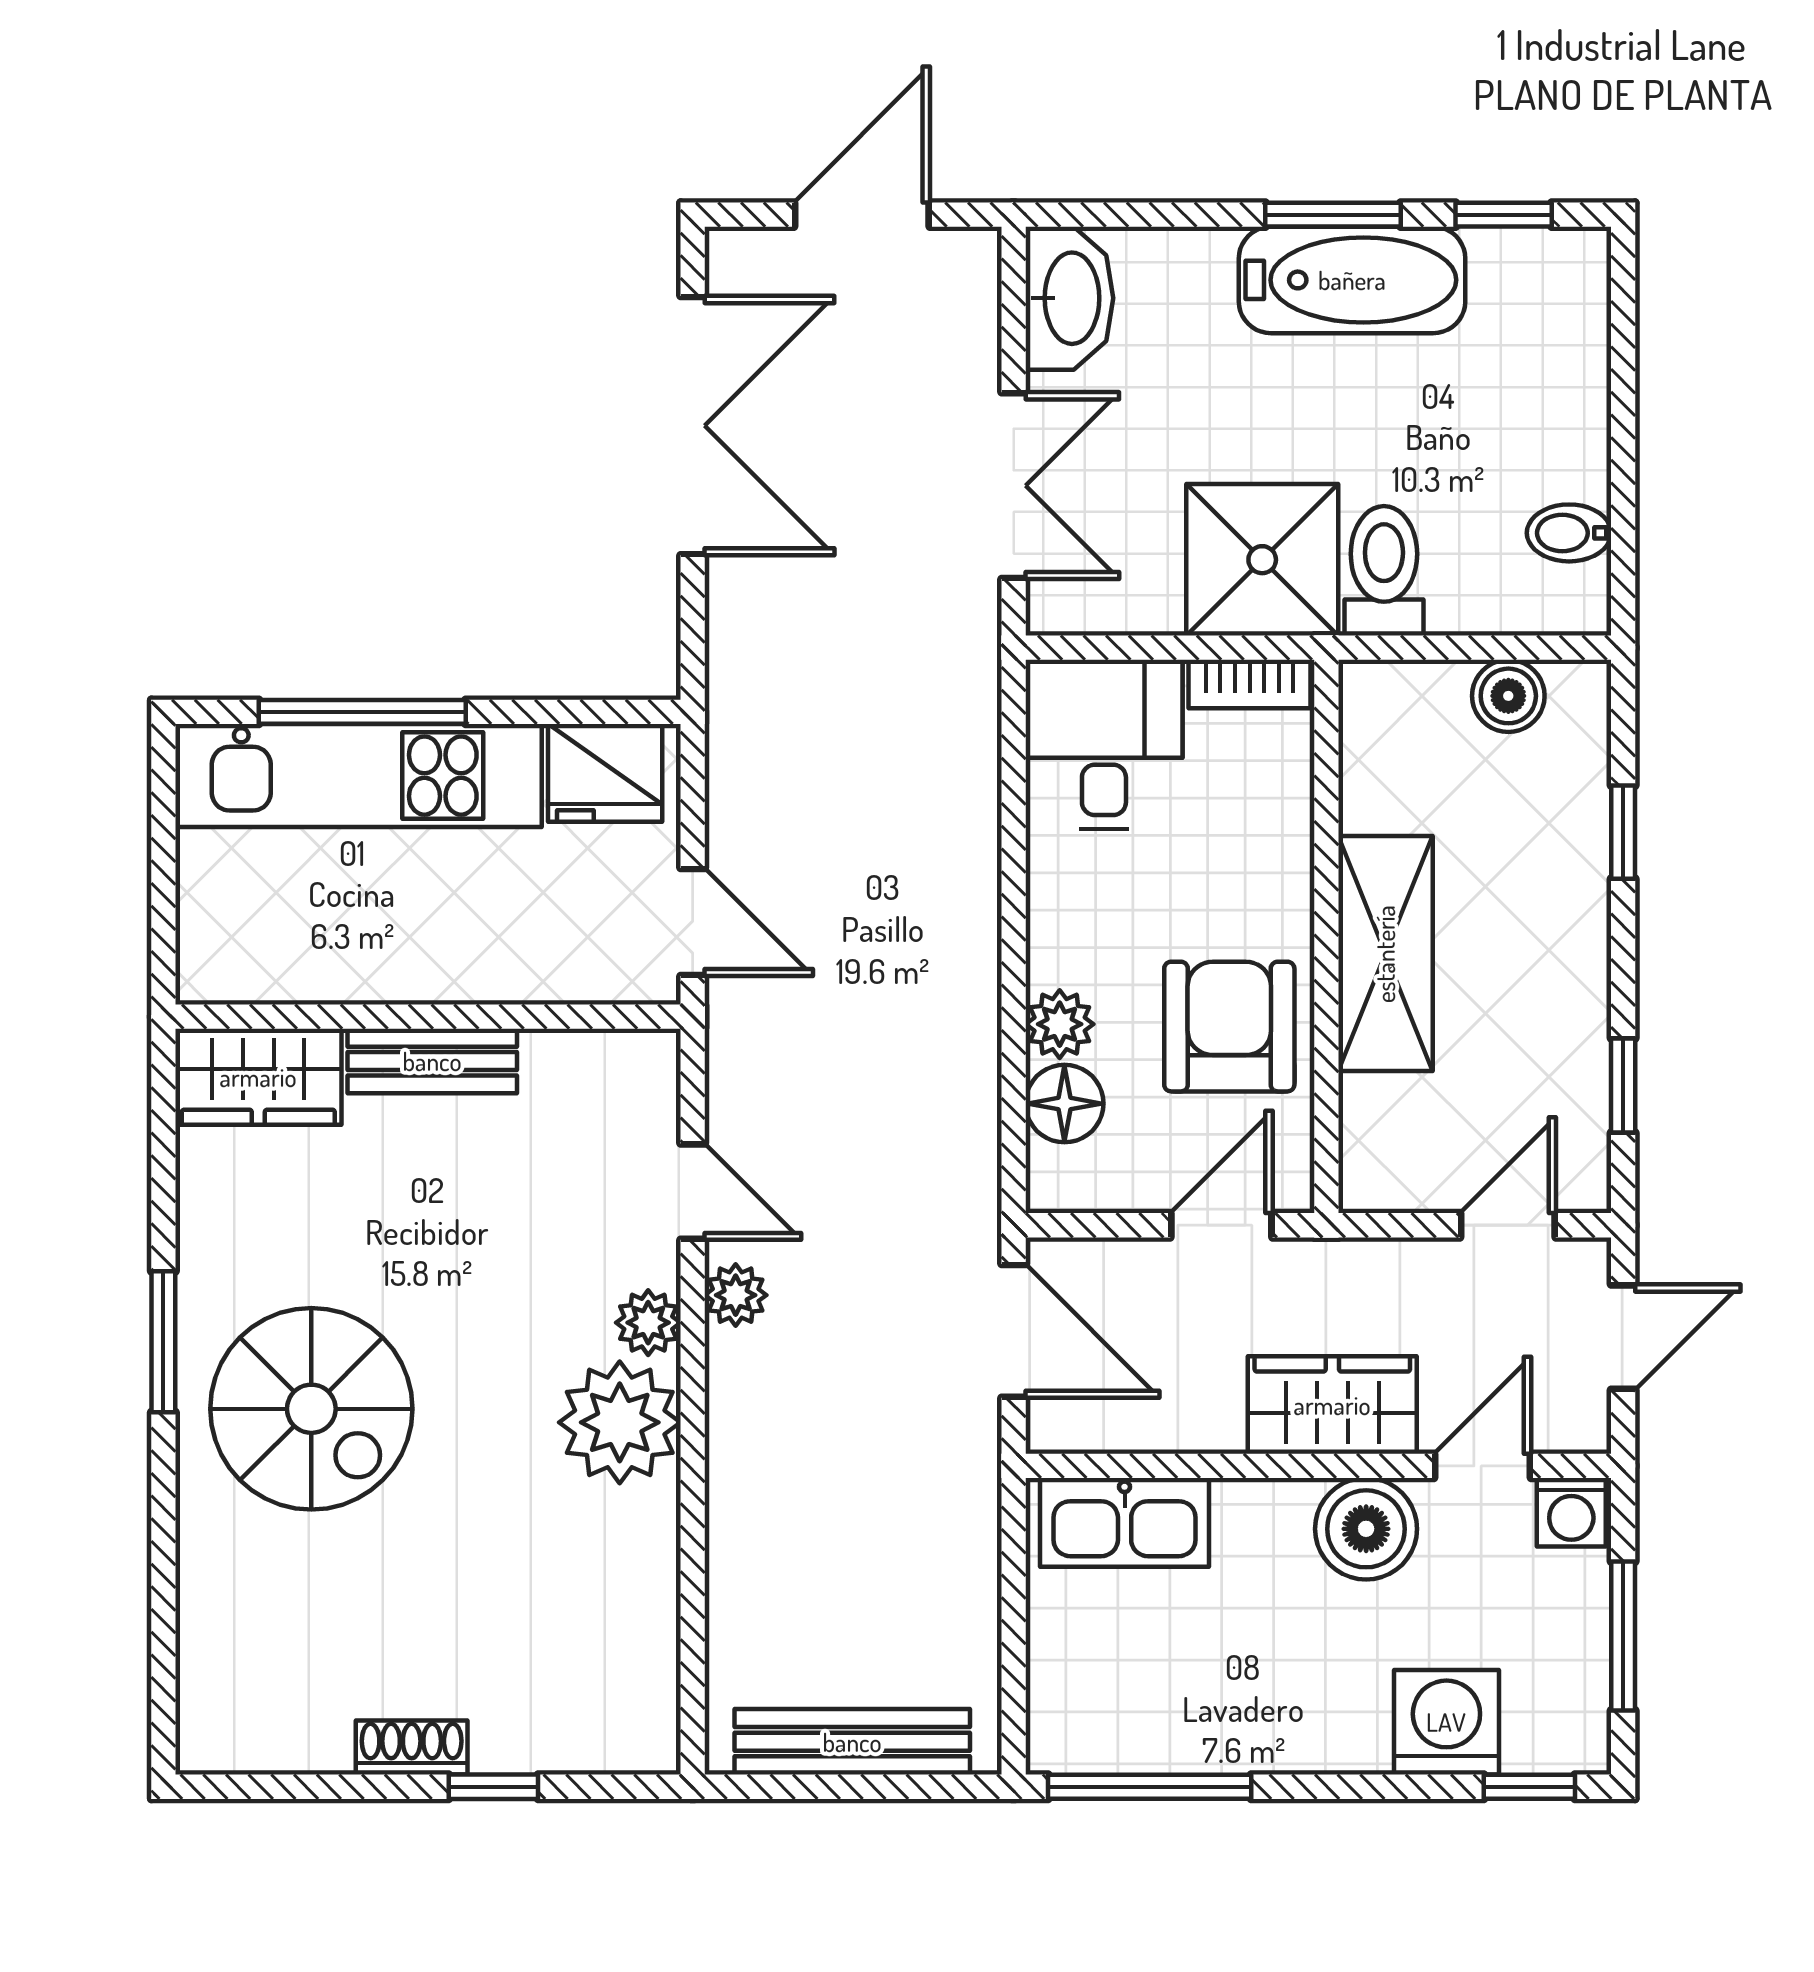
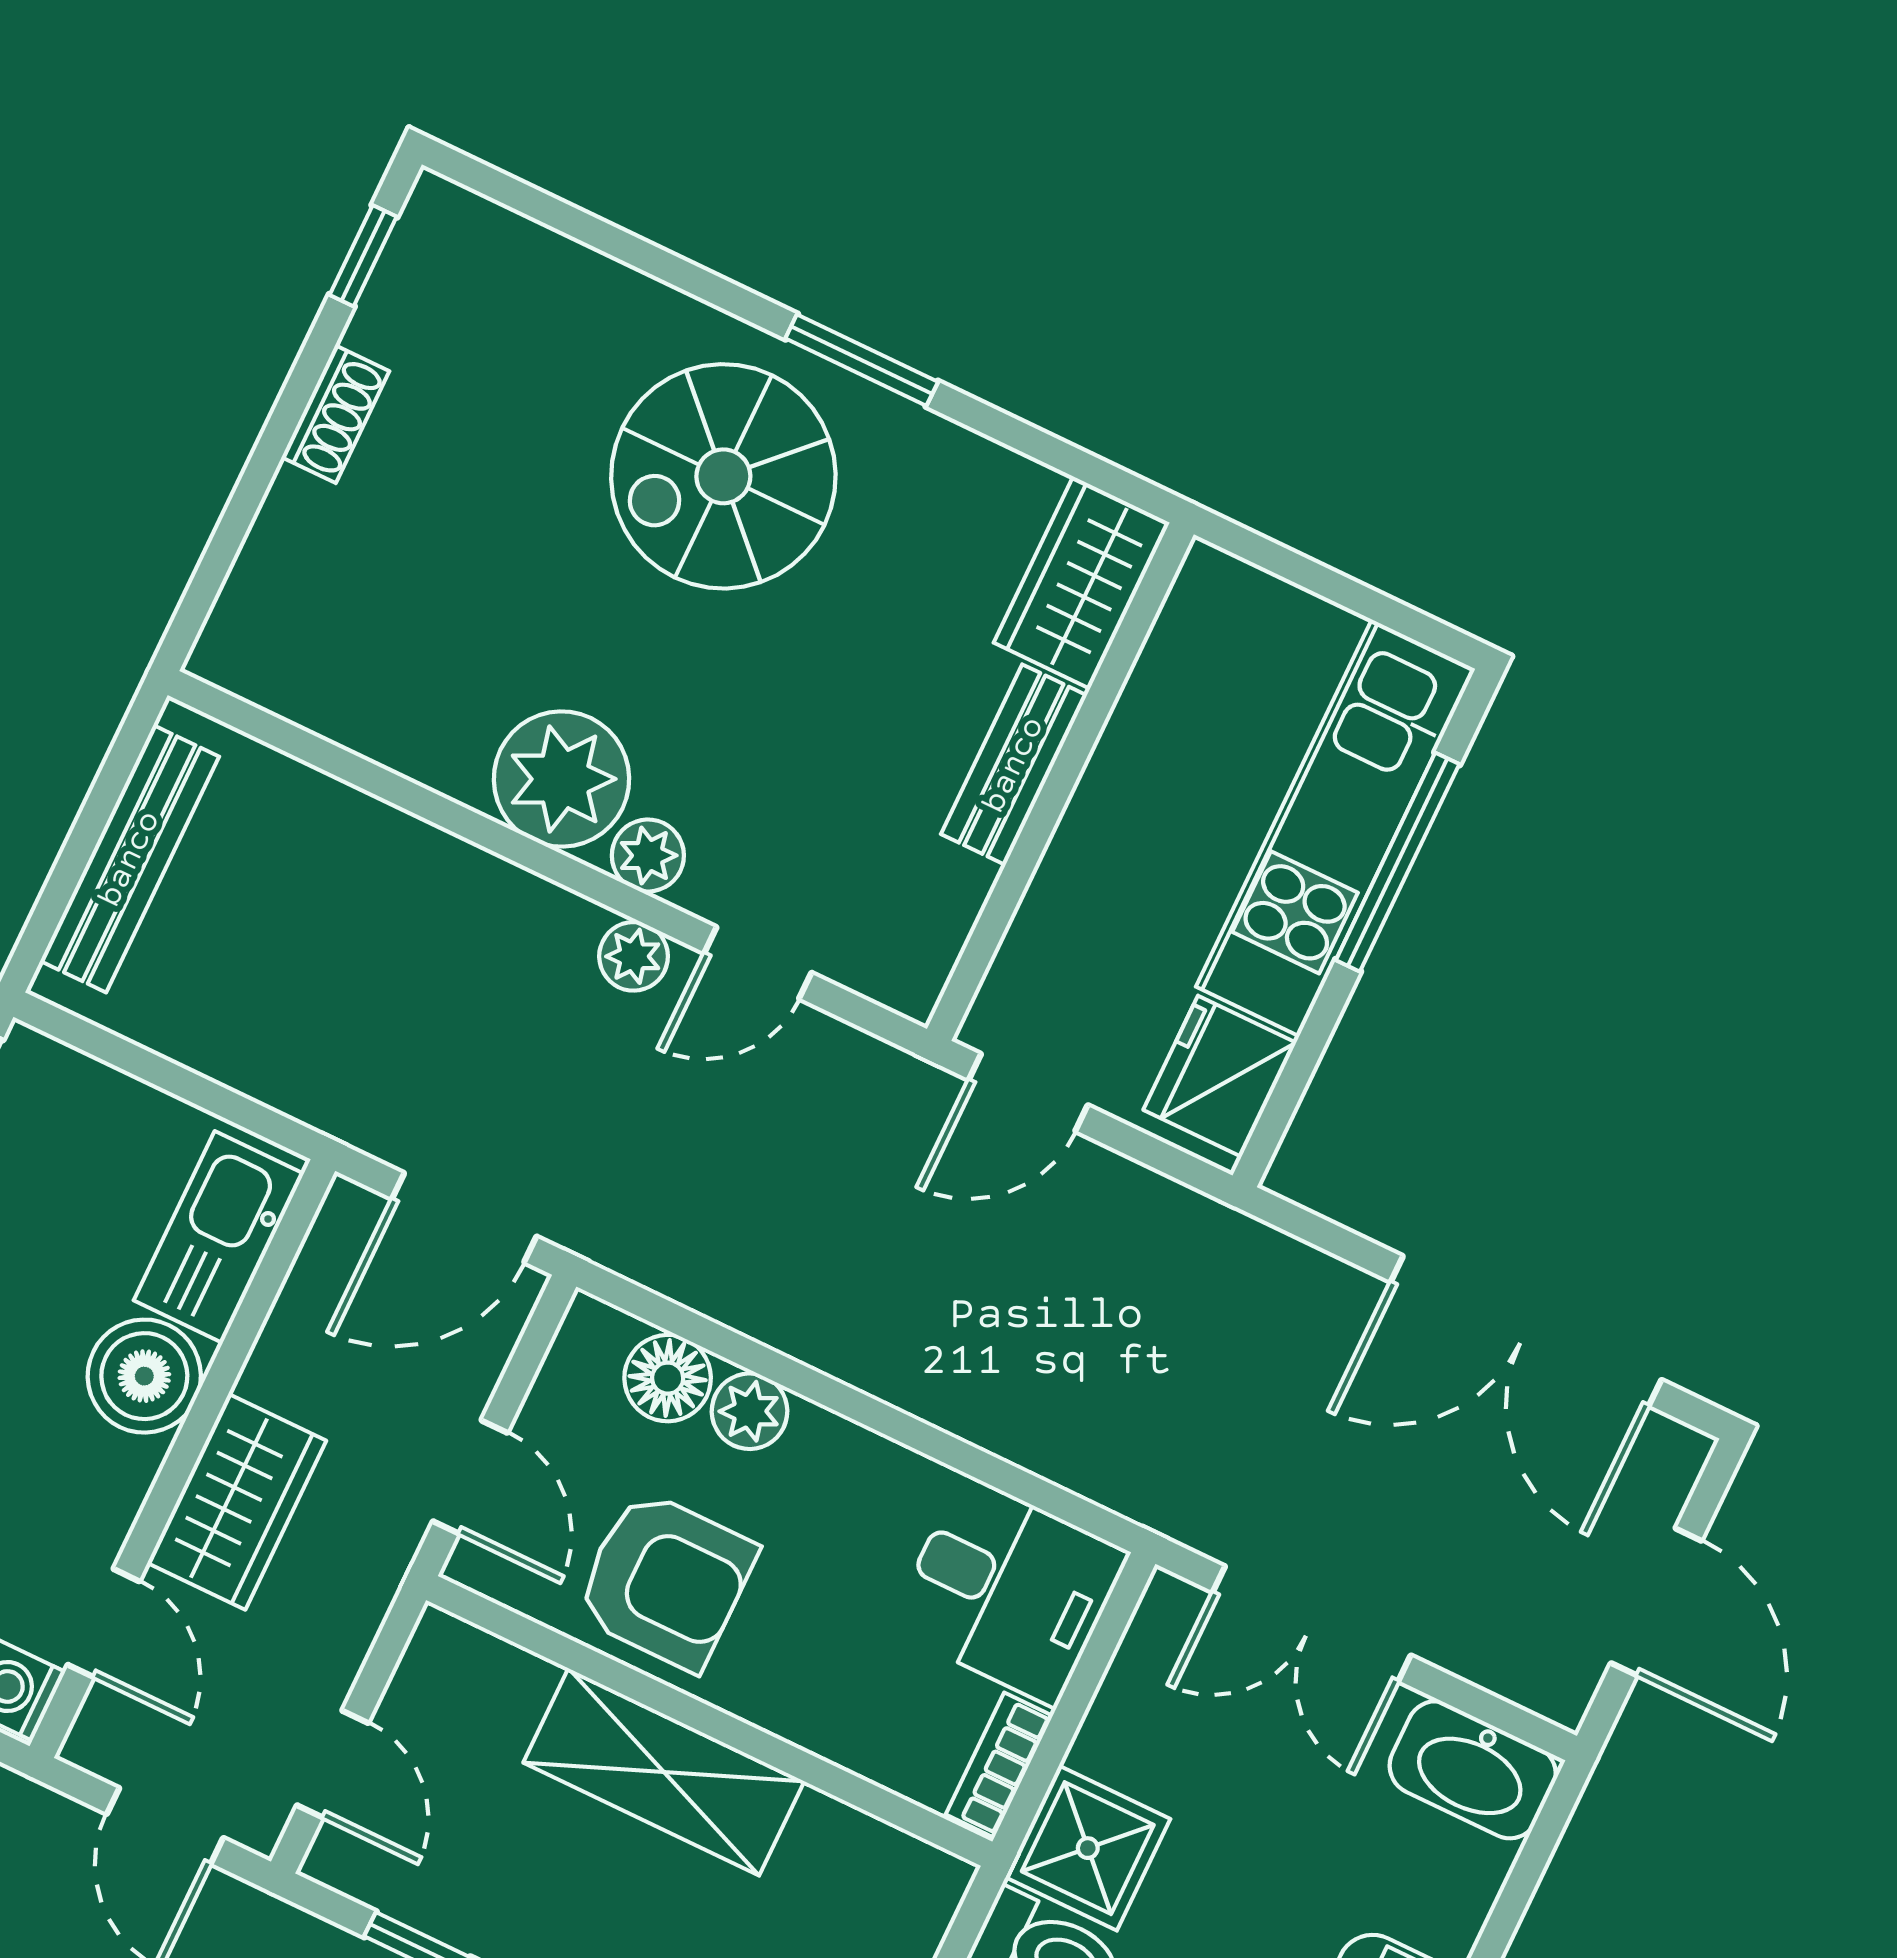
shower: (1262, 560) -> (1088, 1848), width x0.73, depth x0.73
boiler: (1366, 1529) -> (144, 1376), moved
window: (493, 1787) -> (363, 256), moved

